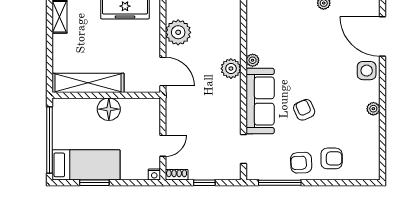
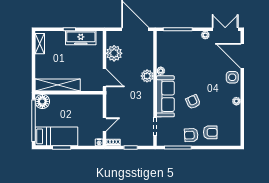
floor lamp: (109, 109) -> (42, 101), moved

